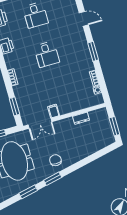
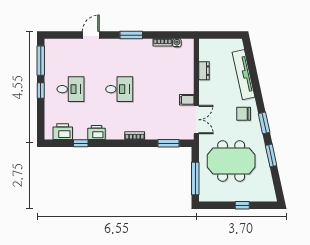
window: (114, 126) -> (224, 35), removed
tv unit: (87, 151) -> (243, 75), added

